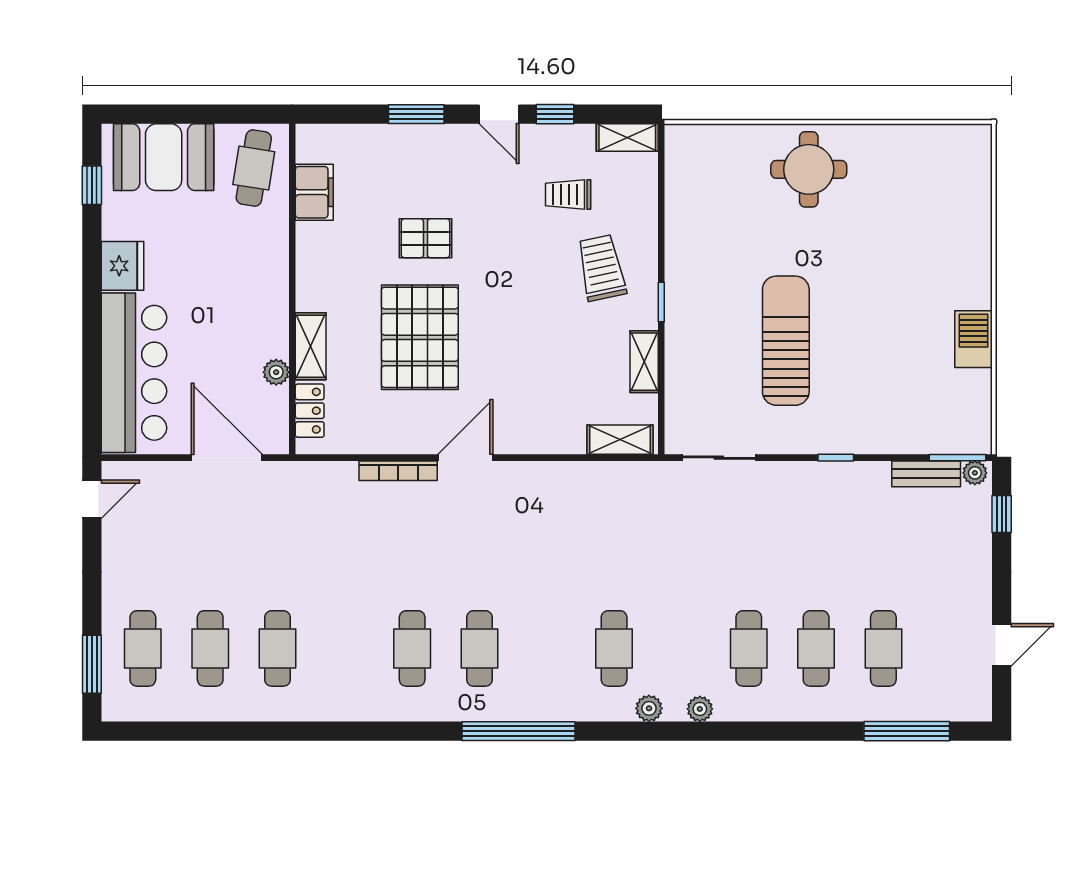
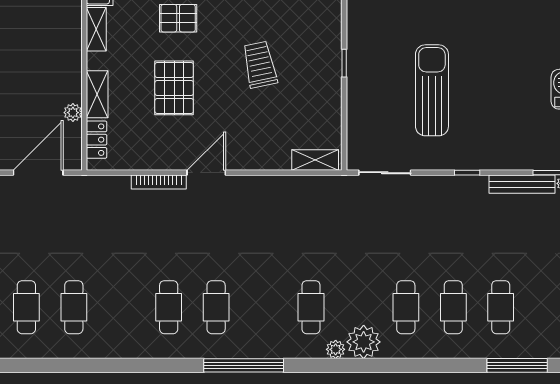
trolley: (601, 268) -> (260, 65), moved
pallet: (420, 337) -> (174, 88), width x0.73, depth x0.71
shelving: (644, 362) -> (96, 29), moved
door: (227, 458) -> (38, 173), hinge flipped
bench: (926, 474) -> (522, 184), width x1.36
plant: (700, 709) -> (364, 342), width x1.88, depth x1.88

